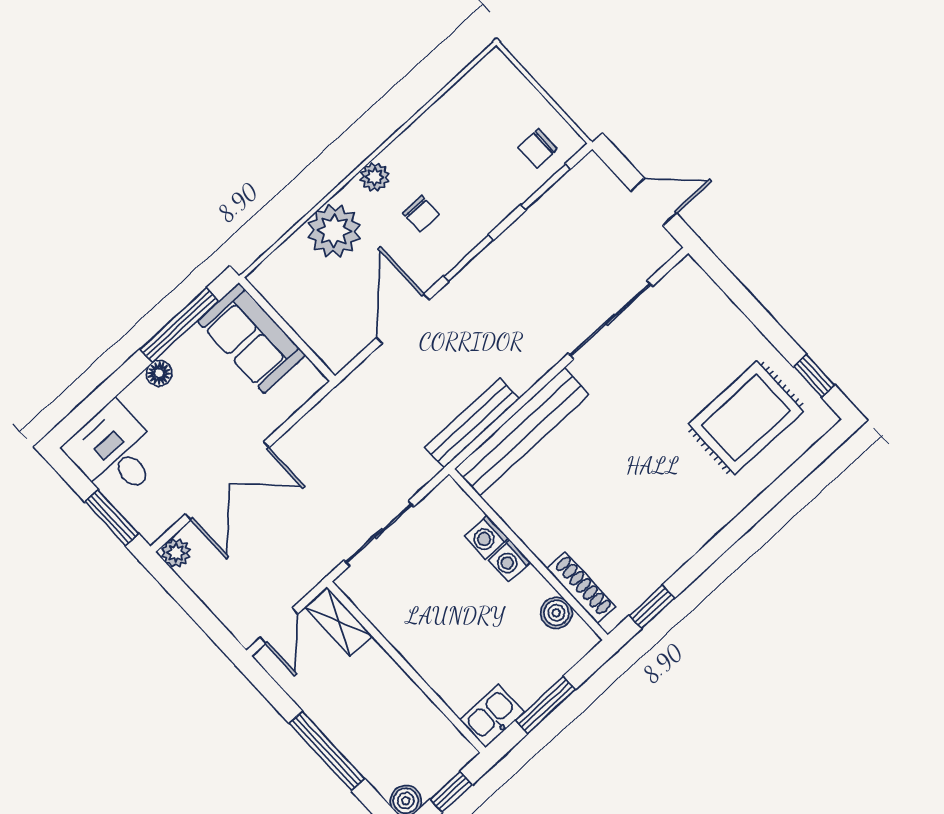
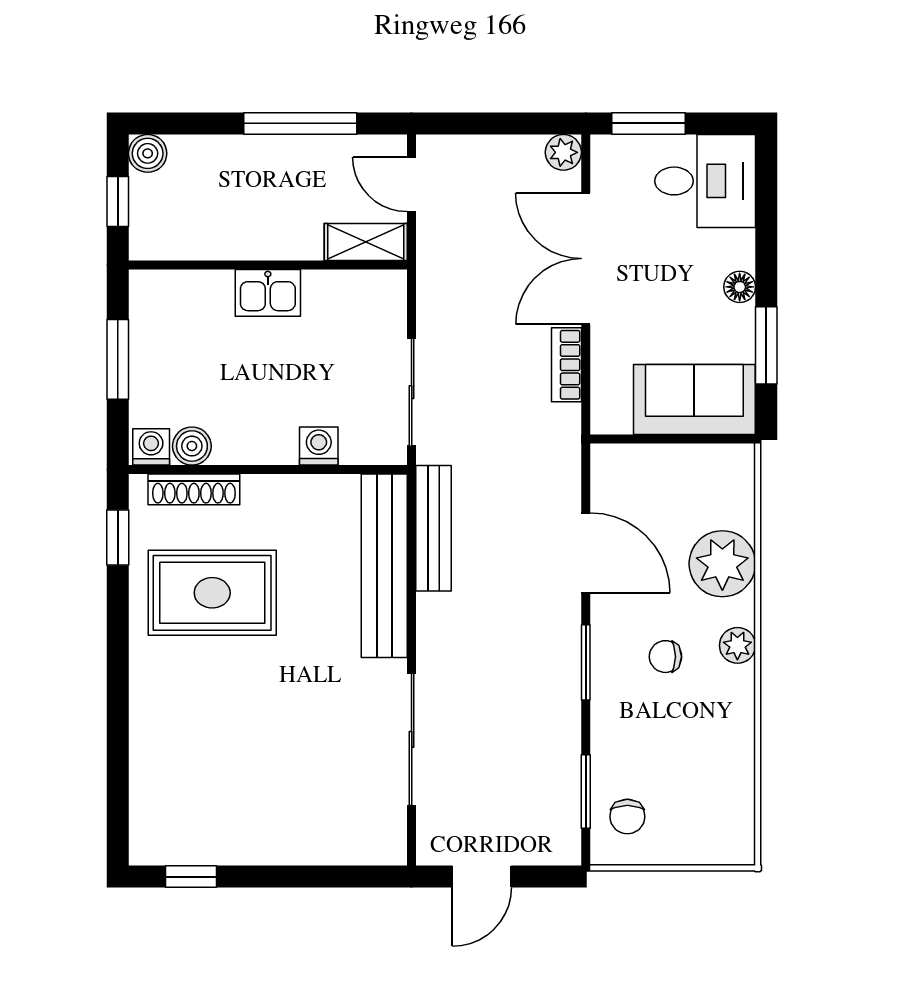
chair: (538, 148) -> (627, 817), turned 180
window: (179, 325) -> (766, 345), width x0.69
rug: (746, 418) -> (212, 593), moved, turned 90
bookcase: (301, 434) -> (567, 365), added
sliding door: (379, 533) -> (412, 392), moved
washing machine: (509, 561) -> (151, 447), moved
kitchen sink: (492, 716) -> (268, 293), moved, turned 90
window: (327, 751) -> (300, 123), moved

